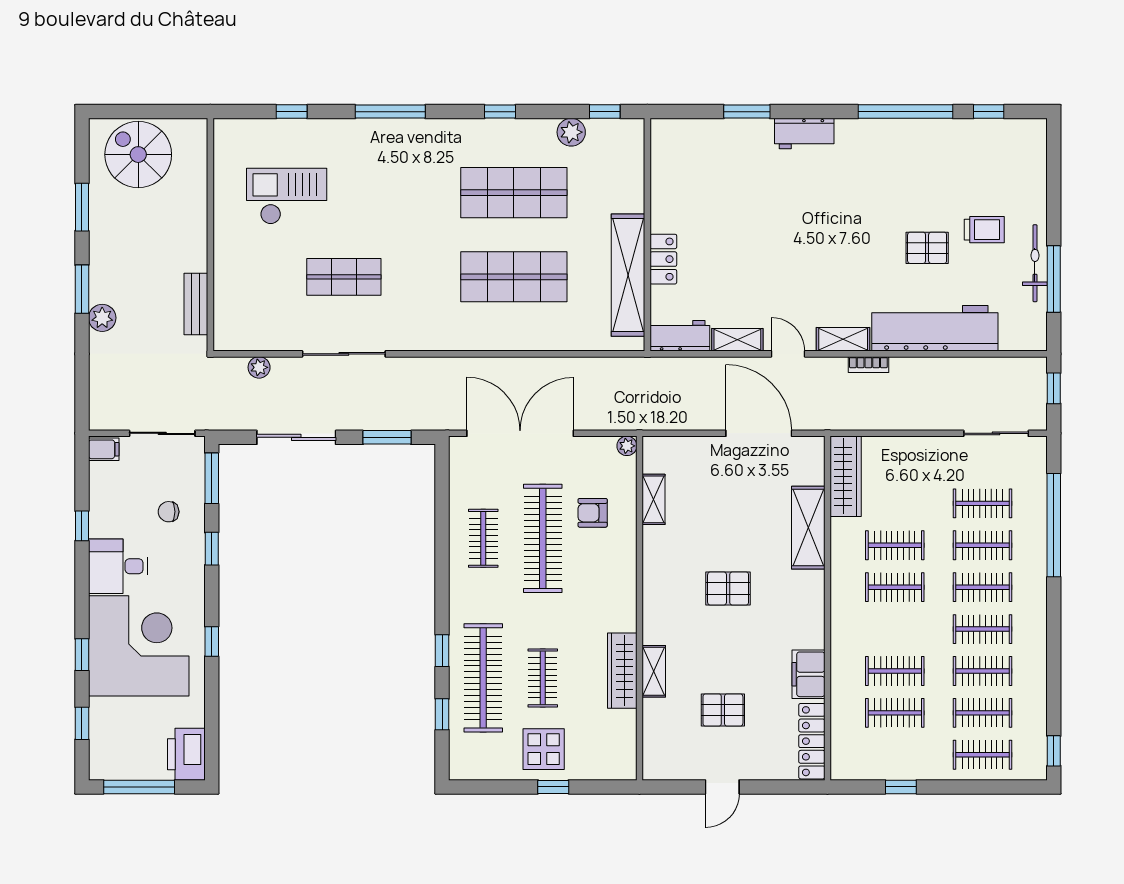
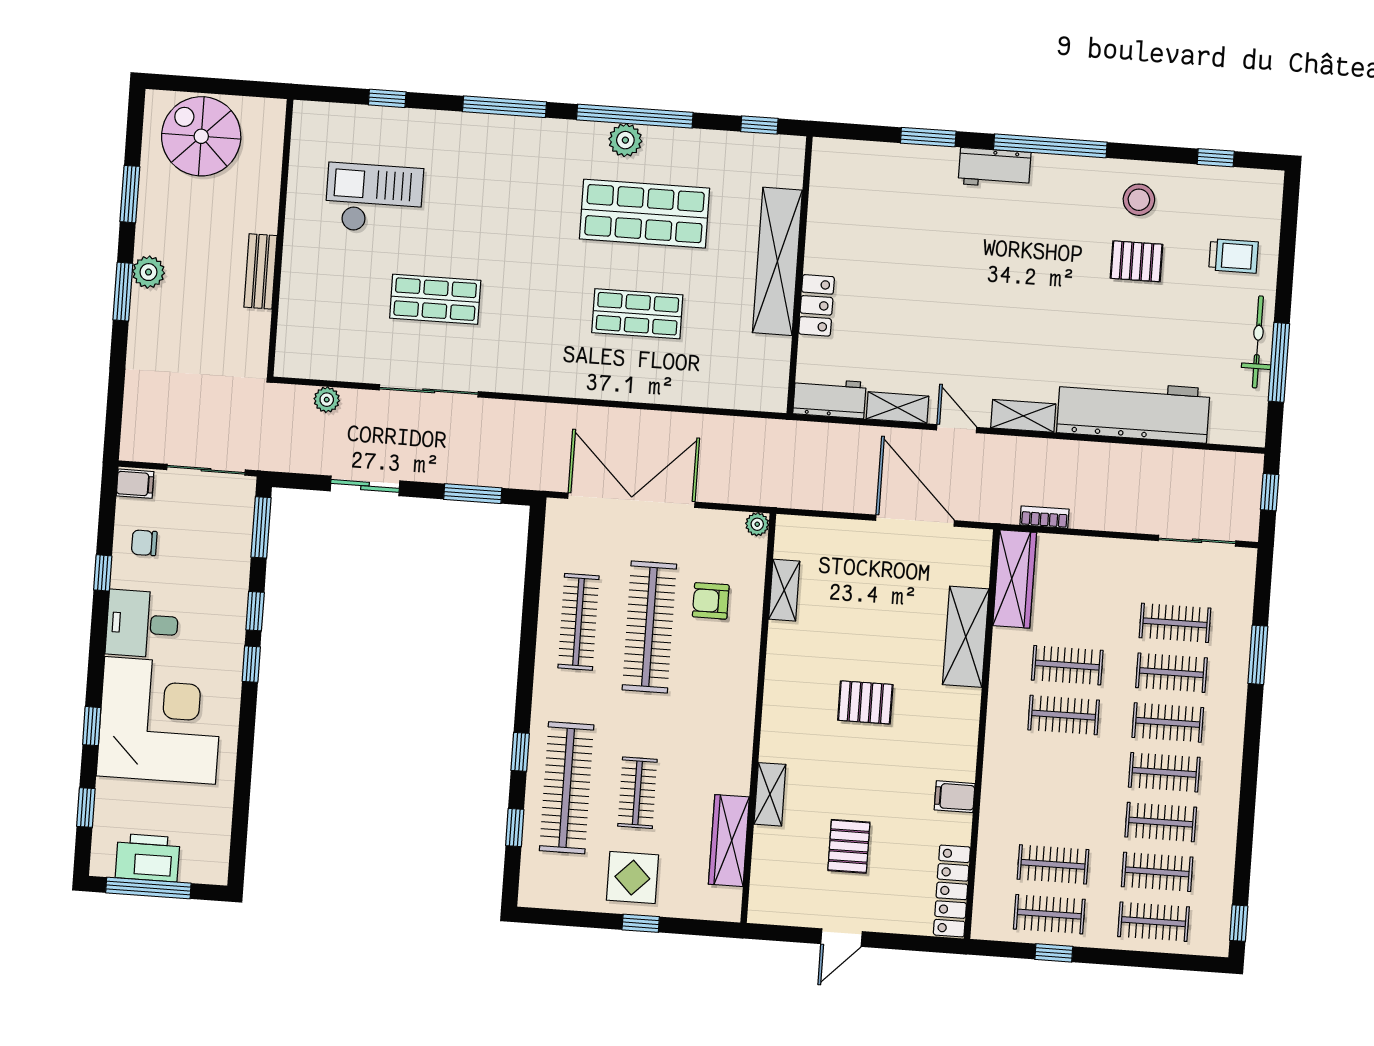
window: (500, 112) -> (635, 116), width x3.17
window: (905, 112) -> (1050, 146), moved
plant: (571, 132) -> (625, 140), moved
stool: (927, 151) -> (1139, 200), added
trolley: (984, 230) -> (1234, 256), moved
pallet: (927, 248) -> (1136, 261), moved
shelving: (628, 275) -> (777, 261), moved
shop shelf: (514, 277) -> (637, 314), width x0.70, depth x0.74
bench: (196, 304) -> (261, 271), moved
plant: (102, 318) -> (148, 272), moved
bookcase: (868, 365) -> (1044, 517), moved, turned 180
sliding door: (296, 437) -> (365, 486), width x0.73
chair: (169, 512) -> (144, 543), moved
window: (1054, 525) -> (1258, 655), width x0.47
clothes rail: (483, 538) -> (579, 622), width x1.36
window: (212, 641) -> (251, 664), moved
wardrobe: (622, 671) -> (729, 841), moved
clothes rail: (895, 671) -> (1049, 914), moved
filing cabinet: (808, 674) -> (955, 797), width x0.50
pallet: (723, 710) -> (849, 846), turned 90
printer: (186, 754) -> (148, 858), moved, turned 90

